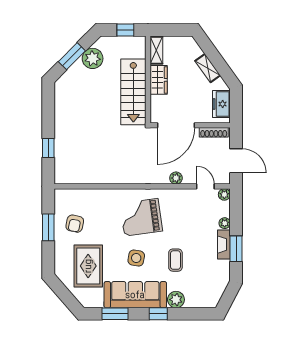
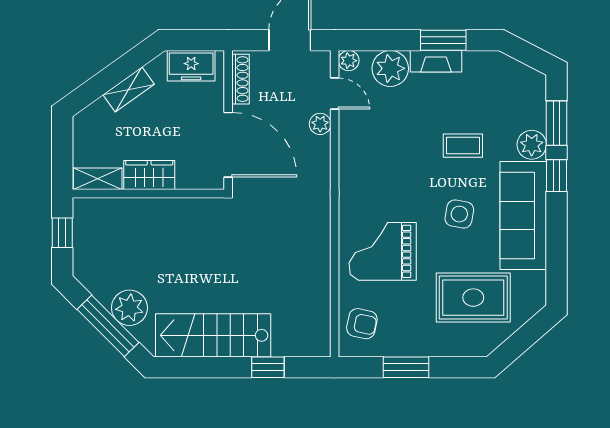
window: (72, 56) -> (108, 326), width x1.44
plant: (93, 58) -> (129, 308), moved
stairs: (133, 92) -> (213, 335), moved, turned 180
plant: (176, 178) -> (320, 124), moved
door: (205, 186) -> (335, 93), swing flipped
grand piano: (141, 217) -> (383, 251), moved, turned 98
plant: (225, 223) -> (390, 68), width x1.87, depth x1.87
armchair: (75, 224) -> (362, 324), moved
window: (115, 314) -> (556, 123), moved

